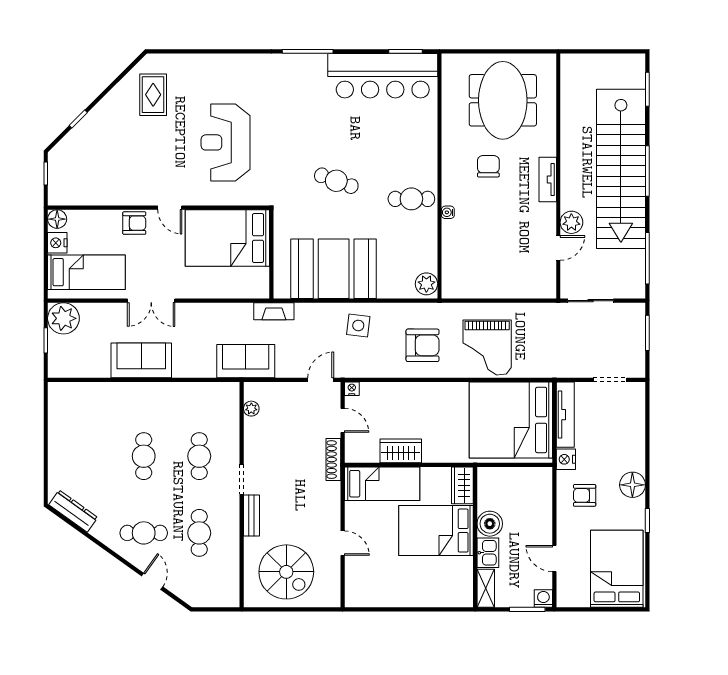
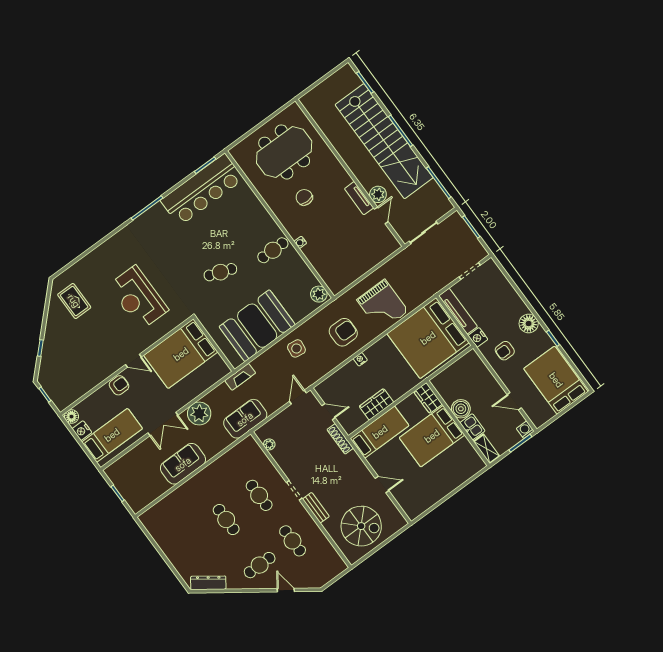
meeting table: (503, 100) -> (284, 152), turned 90
tv unit: (548, 179) -> (359, 198), moved
plant: (63, 318) -> (199, 413), moved
nightstand: (352, 389) -> (360, 359), moved

